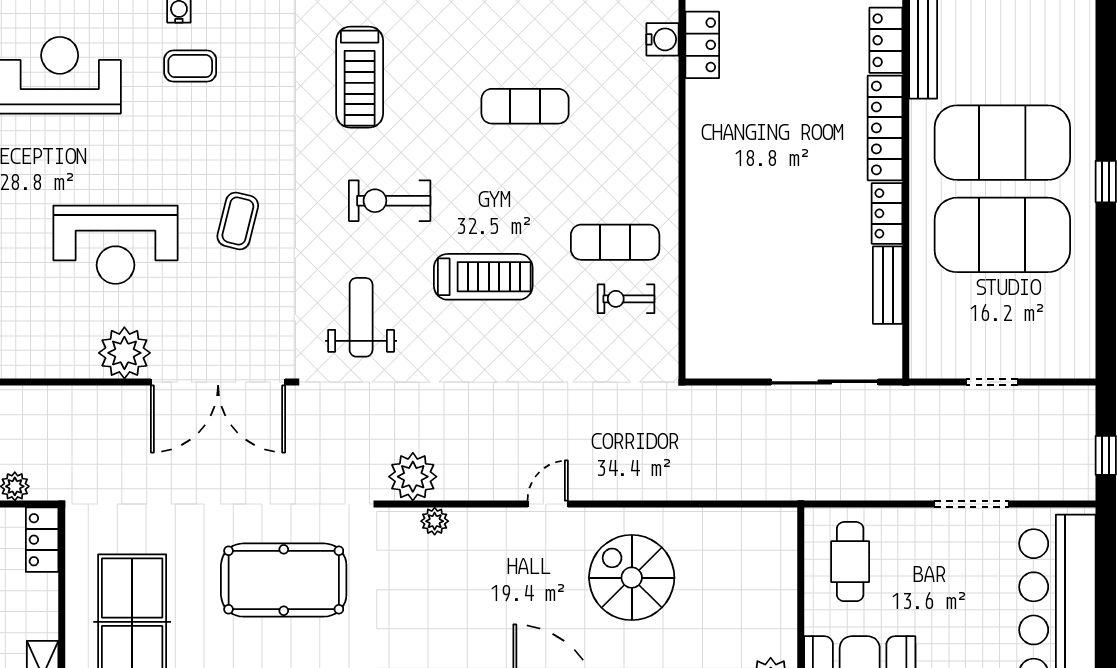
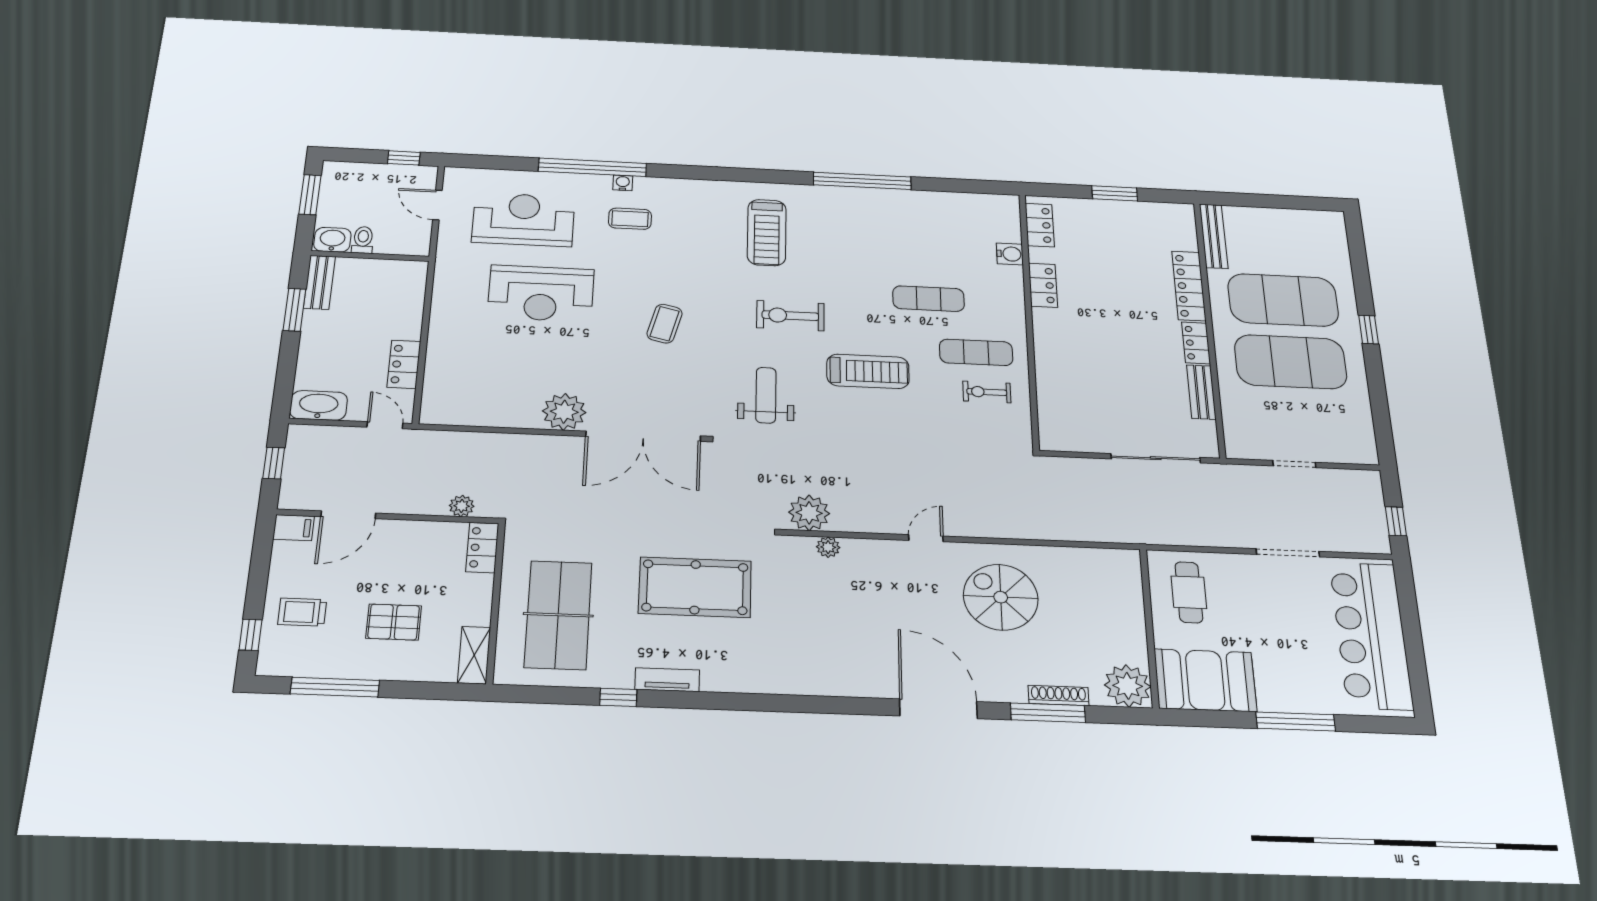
water cooler: (662, 39) -> (1010, 254), moved
locker: (886, 40) -> (1043, 285), moved, turned 180
exercise mat: (525, 106) -> (929, 299), moved
reception desk: (115, 245) -> (541, 293), moved

